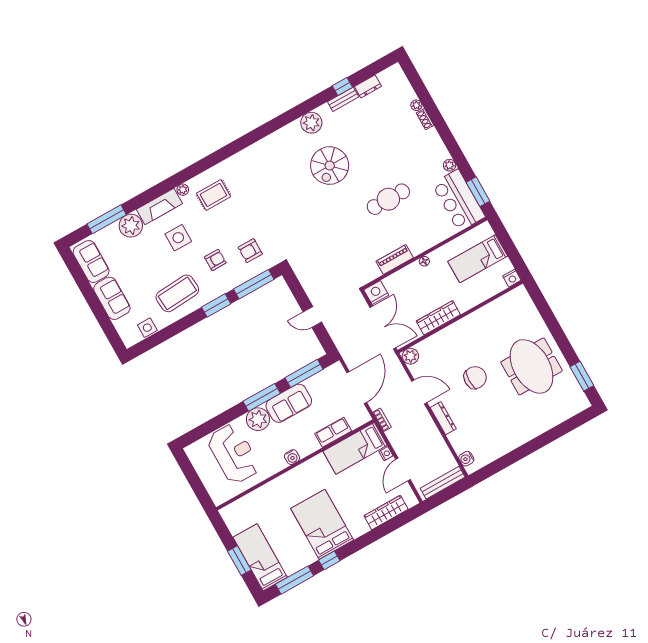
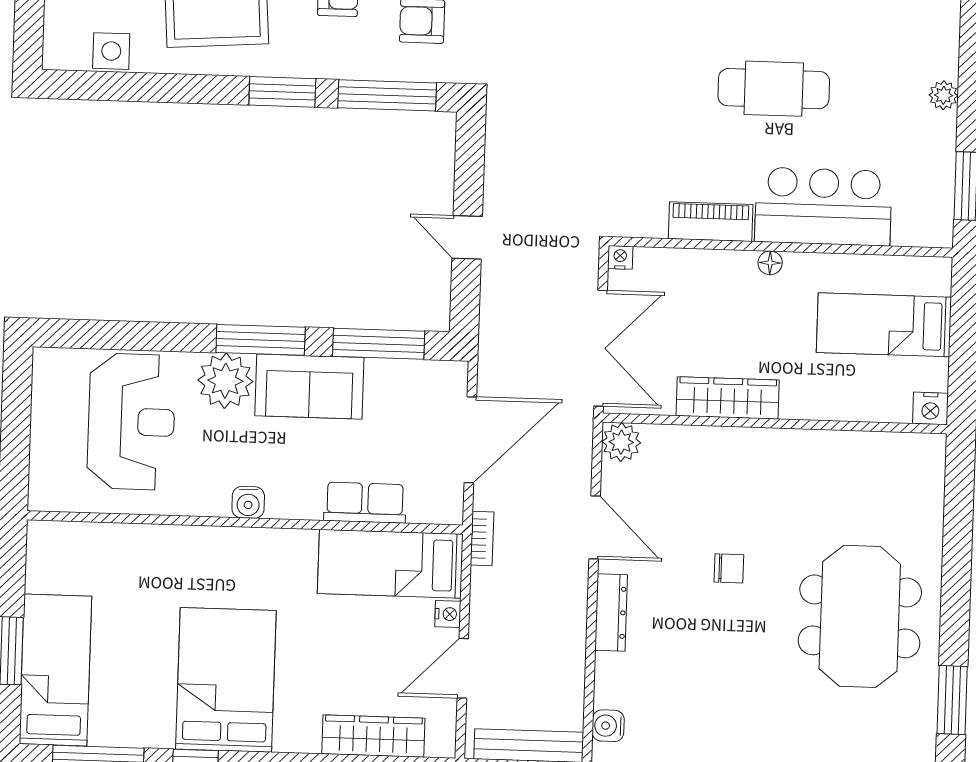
bar counter: (458, 200) -> (823, 206), moved, turned 90
nightstand: (376, 293) -> (620, 257), width x0.53, depth x0.56
chair: (475, 378) -> (729, 568), width x0.54, depth x0.54

